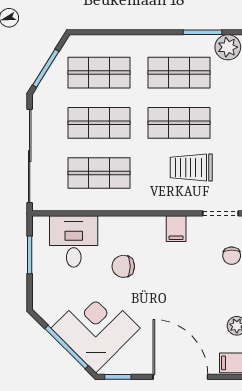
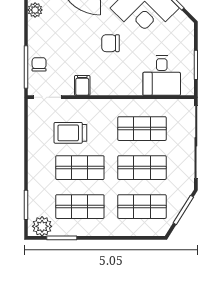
trolley: (191, 167) -> (70, 133), turned 180
chair: (123, 266) -> (111, 43), moved, turned 180

